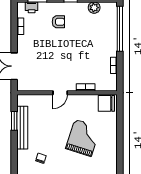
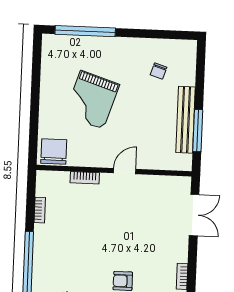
chair: (106, 103) -> (54, 152), turned -90
window: (14, 121) -> (198, 131), width x1.44

